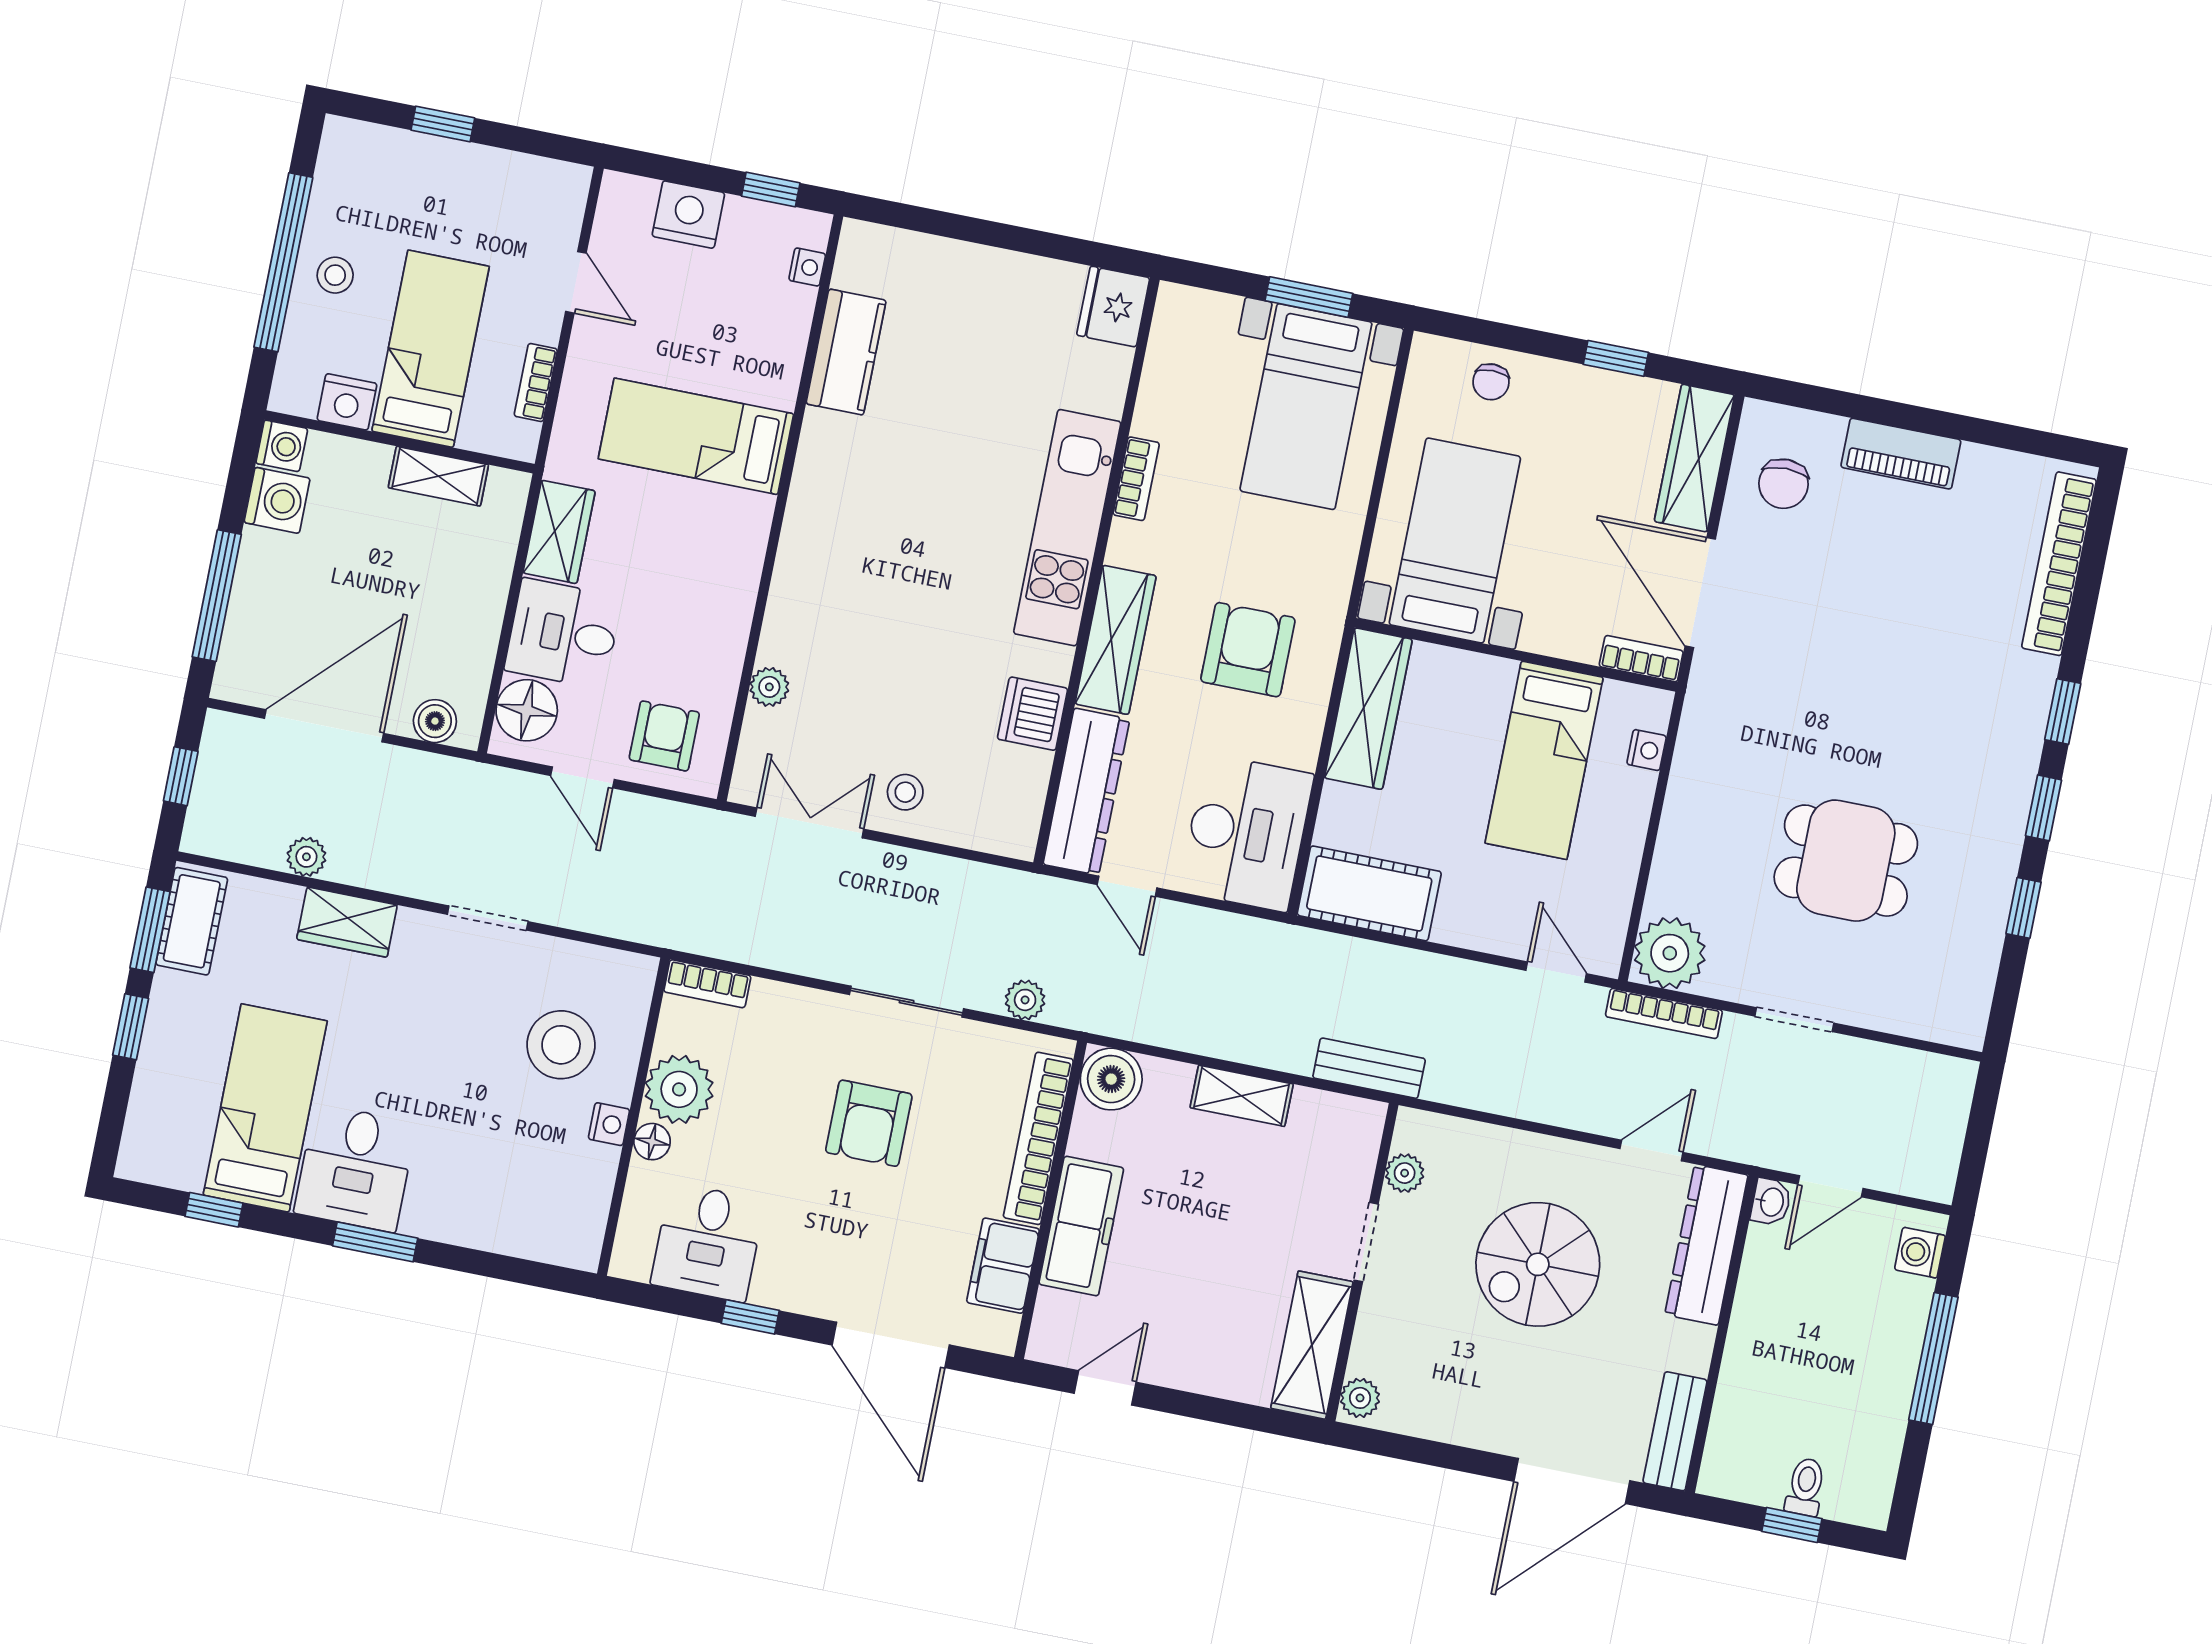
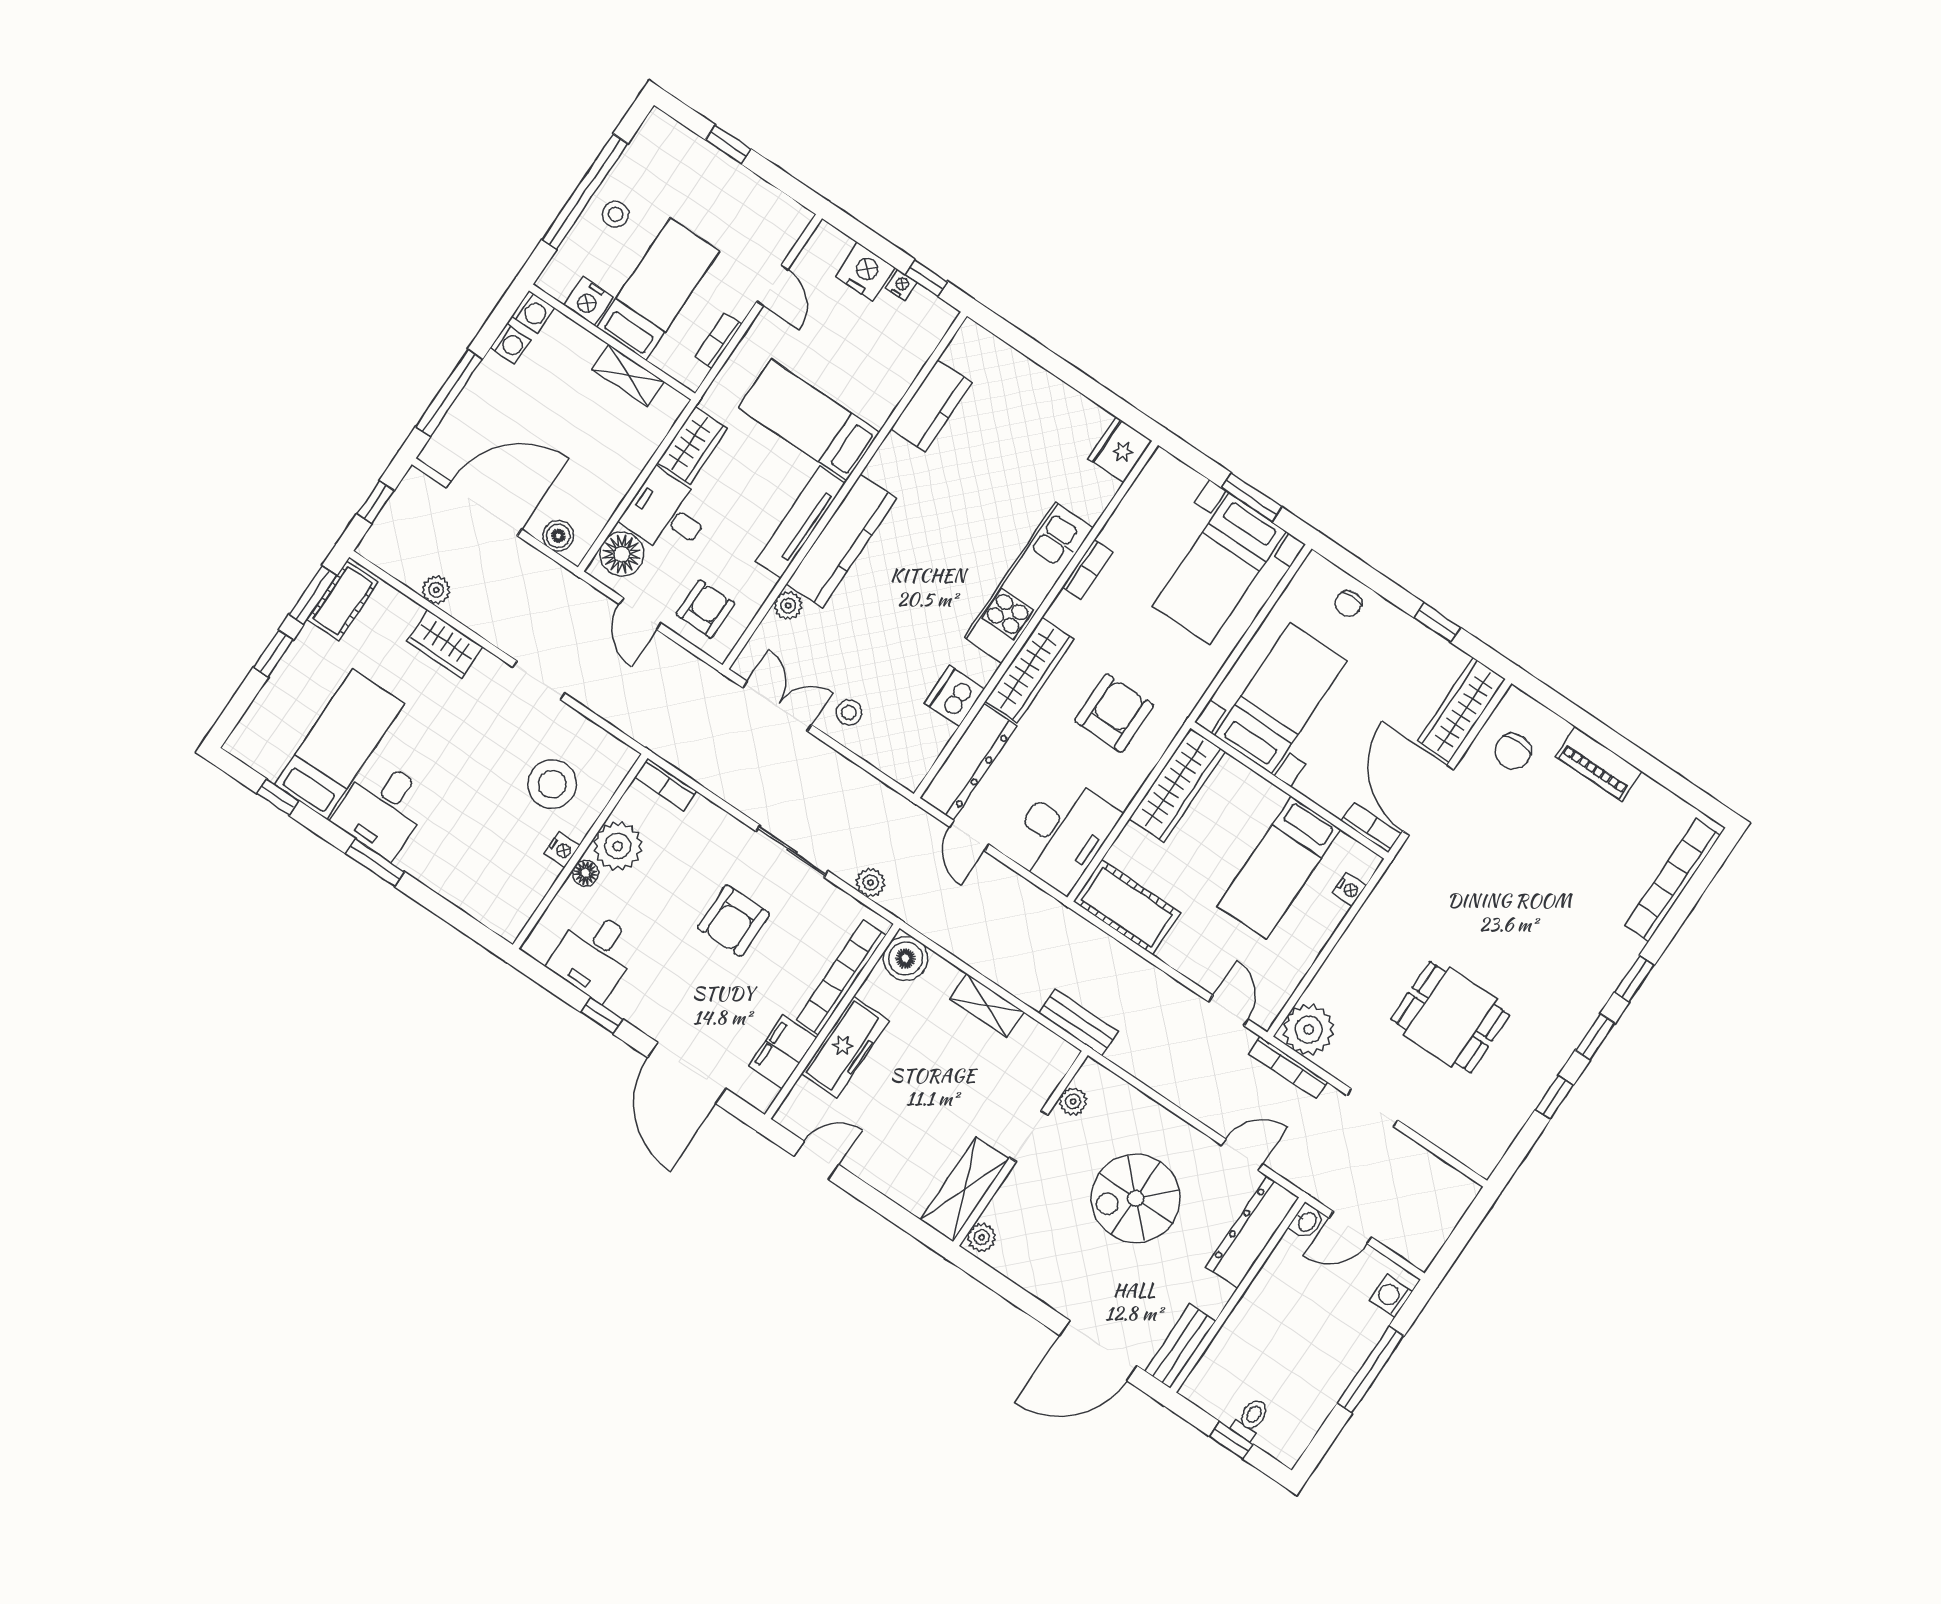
nightstand: (807, 267) -> (901, 285), moved, turned -90
washing machine: (277, 500) -> (511, 344), width x0.73, depth x0.73
tv unit: (740, 573) -> (800, 522), added
kitchen counter: (803, 575) -> (841, 541), added

